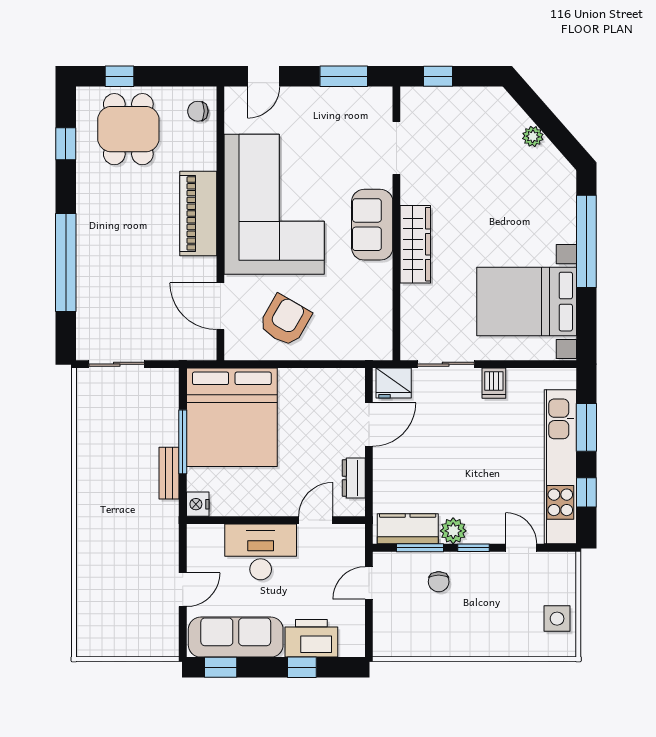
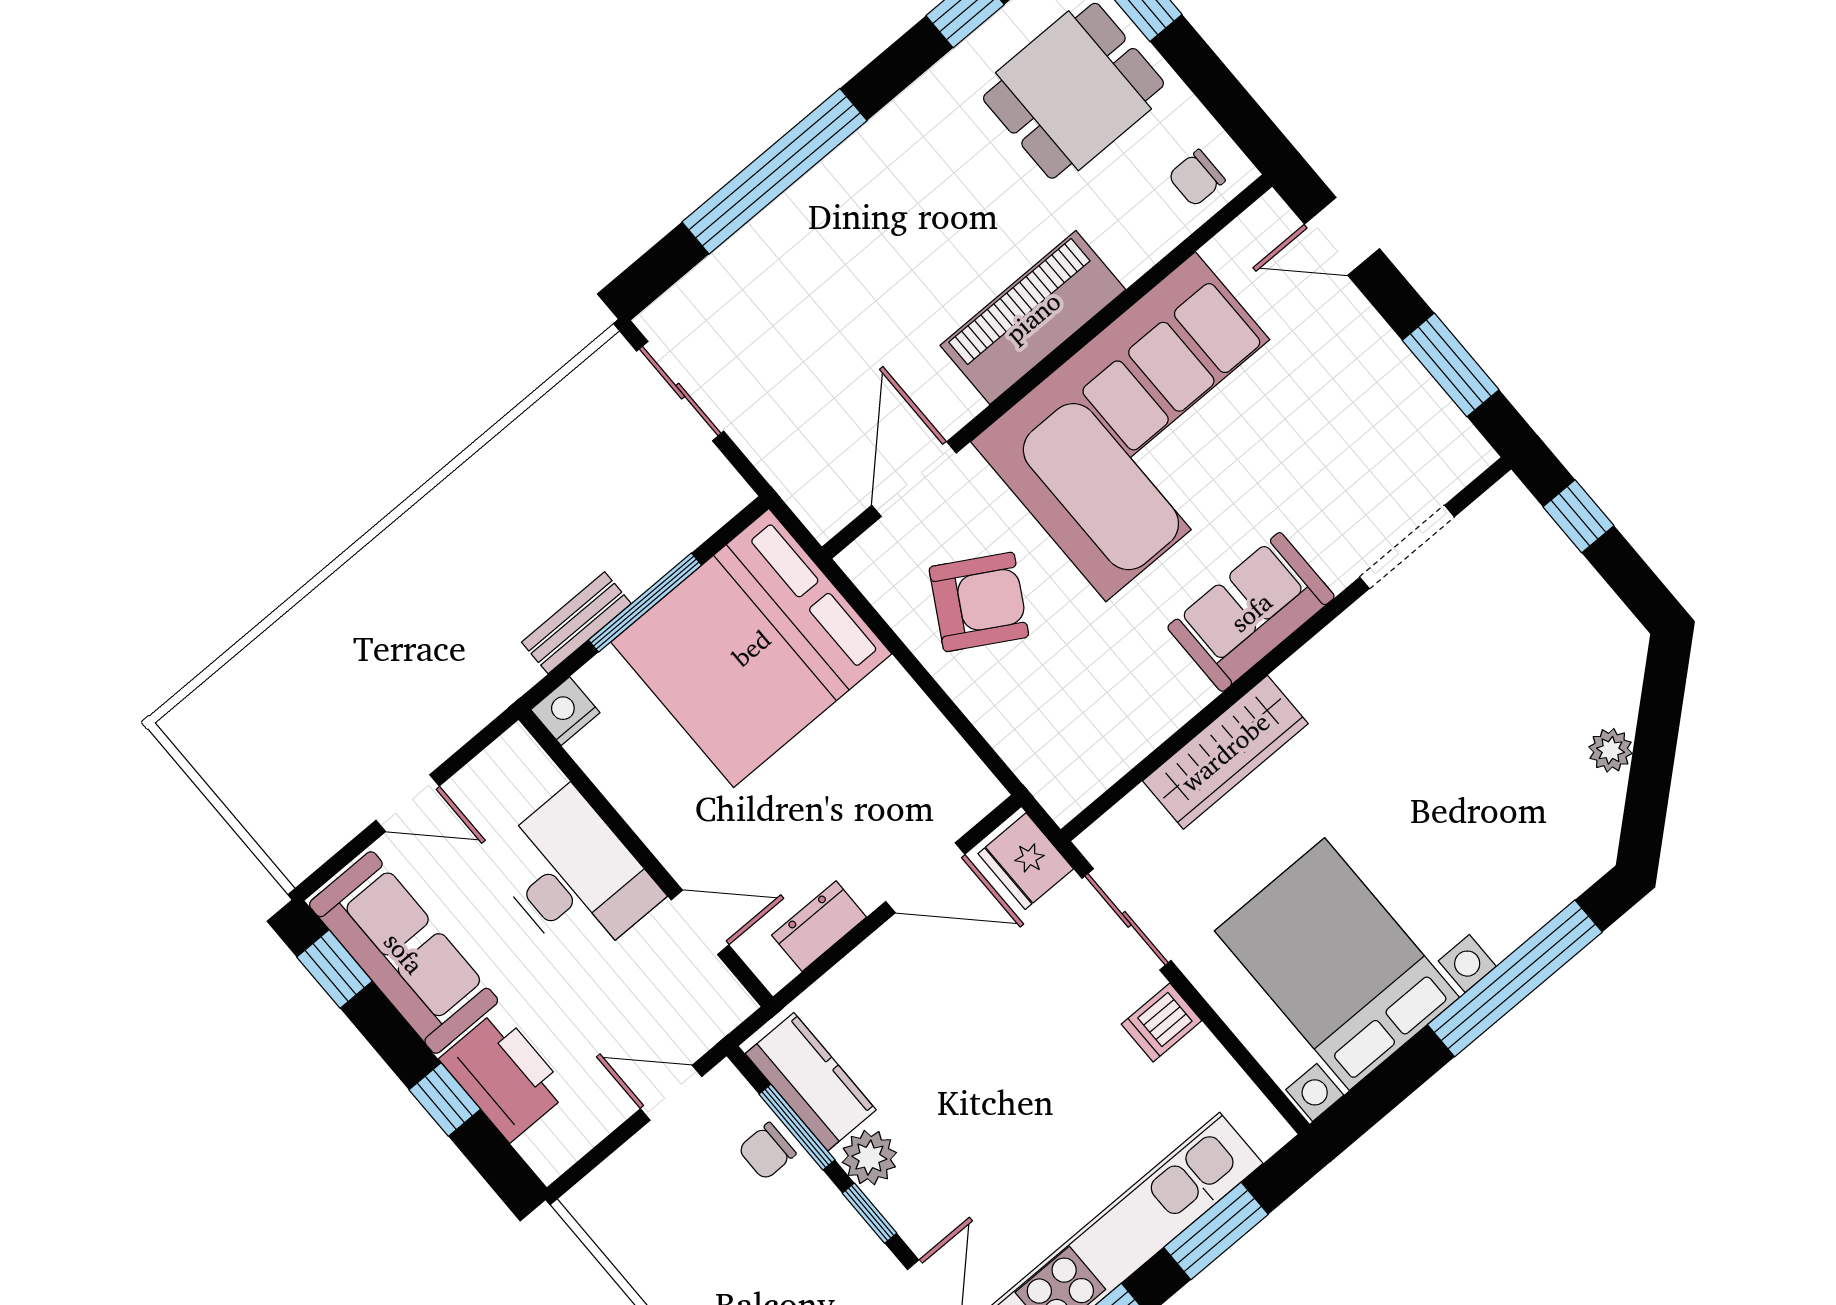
chair: (198, 111) -> (1197, 178), turned -90
wardrobe: (415, 244) -> (1225, 752), moved
chair: (439, 582) -> (767, 1151), moved

